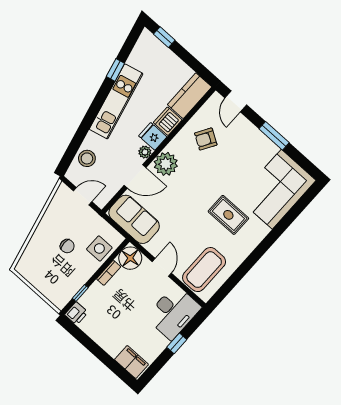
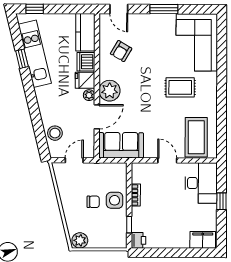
kitchen unit: (116, 101) -> (35, 54), moved
side table: (99, 248) -> (115, 200), moved
floor lamp: (130, 258) -> (141, 173), removed
plant: (26, 269) -> (80, 240), added

